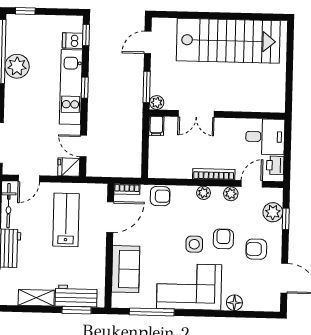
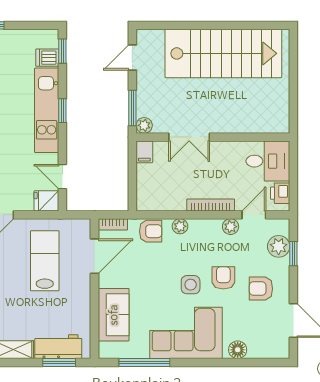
plant: (203, 193) -> (180, 226), moved

